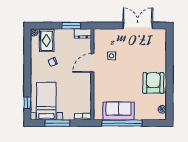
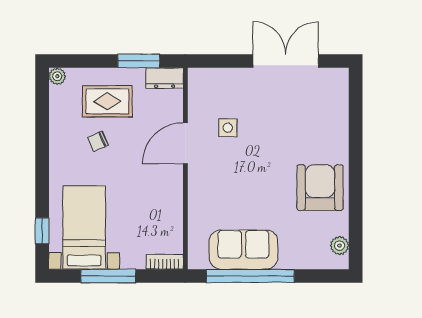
rug: (47, 41) -> (107, 101), moved, turned 90

